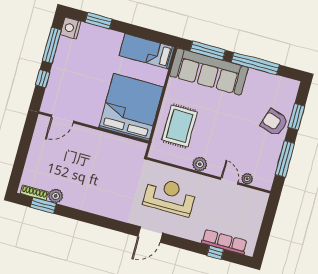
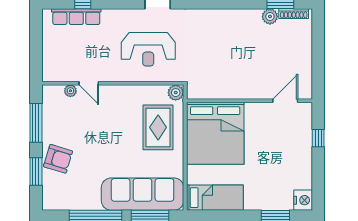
window: (52, 45) -> (318, 176), removed
plant: (200, 164) -> (176, 93), moved

